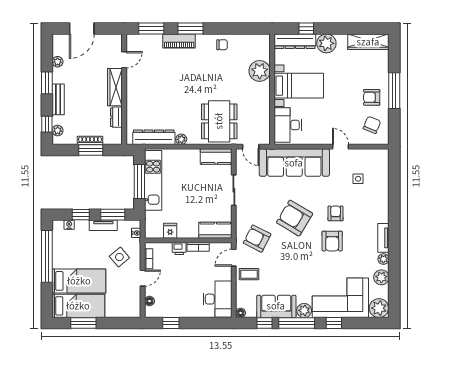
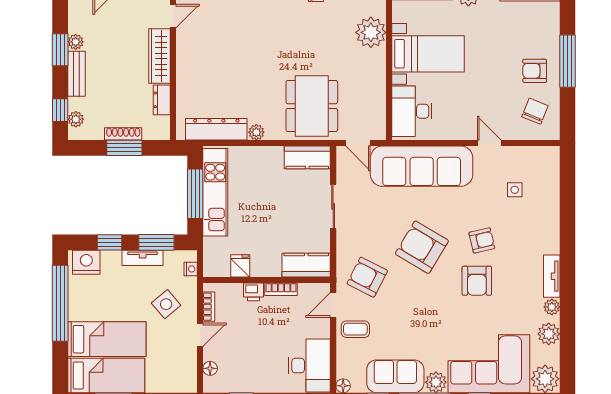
plant: (57, 62) -> (76, 42), moved
armchair: (336, 213) -> (482, 240), turned 77
nightstand: (69, 225) -> (86, 262), width x1.89, depth x1.79

